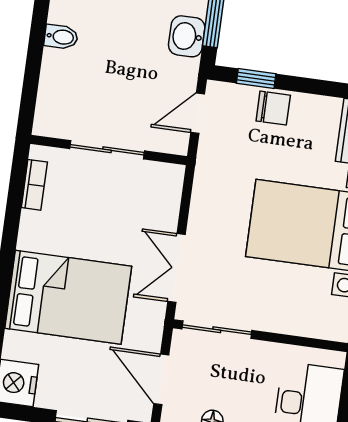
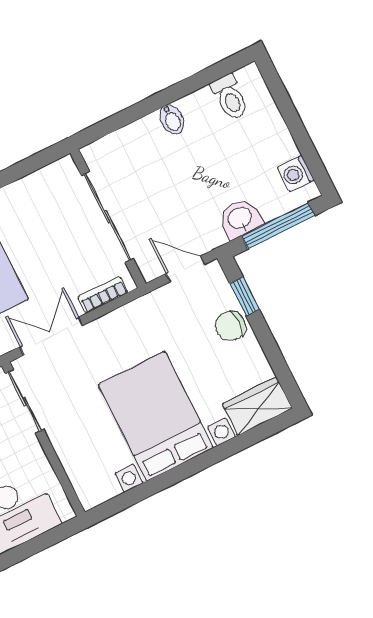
chair: (273, 108) -> (230, 326), turned 90
sliding door: (107, 150) -> (107, 217), width x1.37
bookcase: (34, 185) -> (103, 295), moved, turned 180

